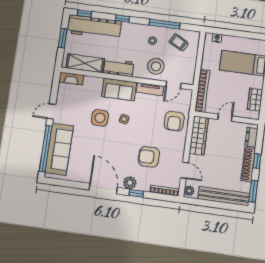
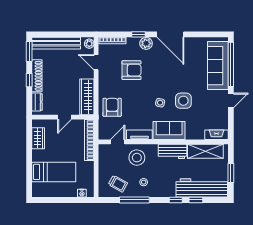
window: (84, 14) -> (196, 200), moved

